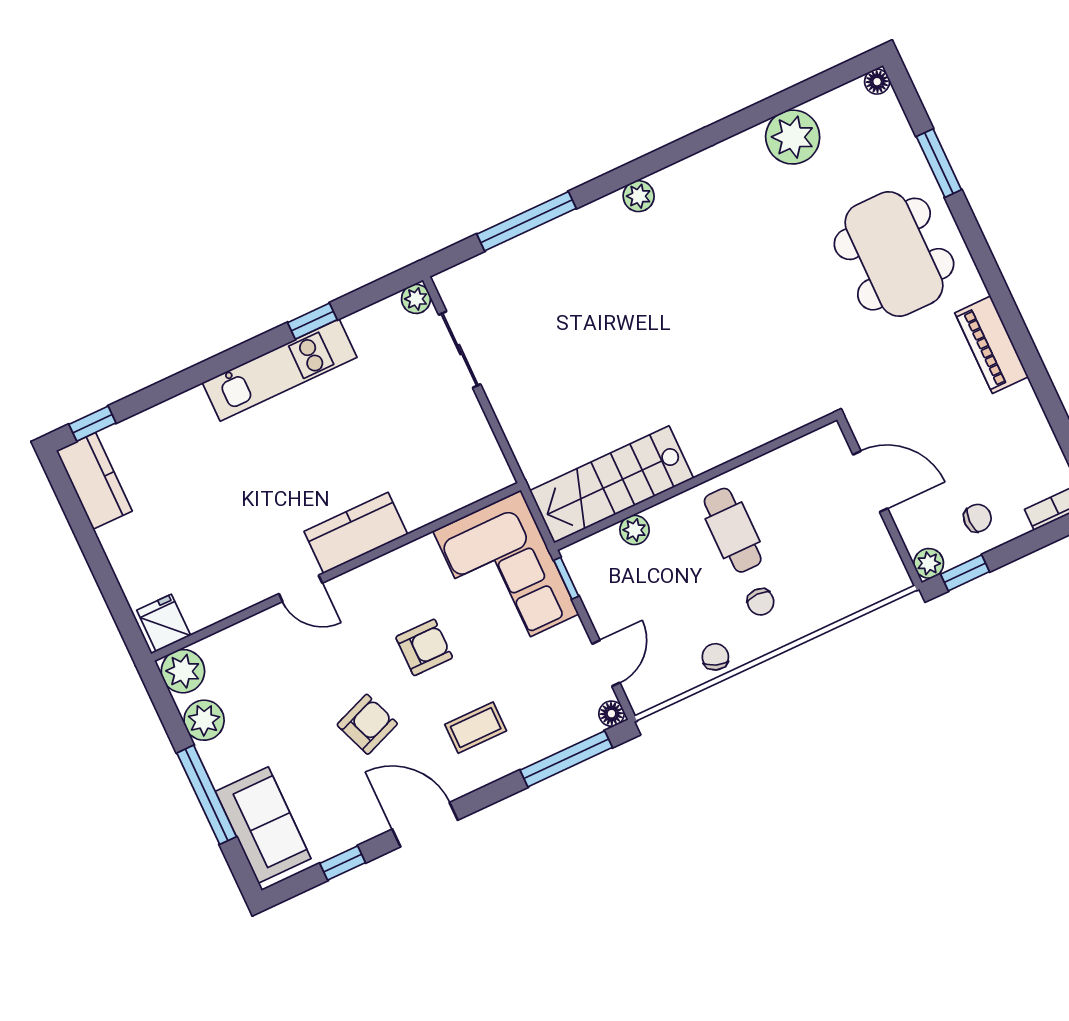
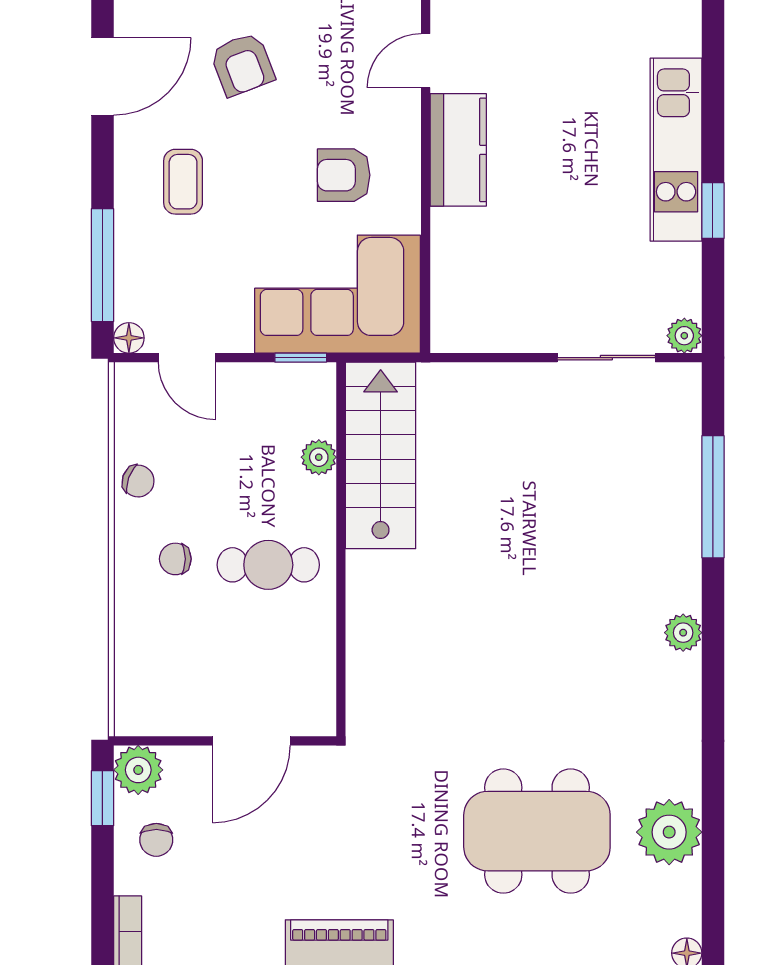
dining table: (894, 254) -> (537, 831), moved
plant: (929, 563) -> (138, 770), width x1.38, depth x1.38
armchair: (424, 647) -> (344, 175), moved, turned 90

